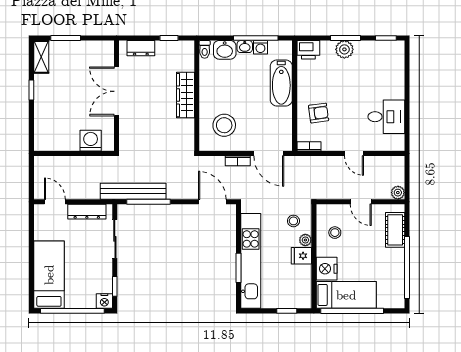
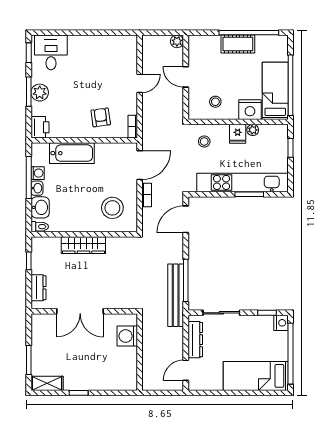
desk: (386, 117) -> (51, 52), moved
door: (361, 202) -> (186, 77), swing flipped
cot: (395, 230) -> (238, 44), moved
plant: (305, 240) -> (253, 130), moved

